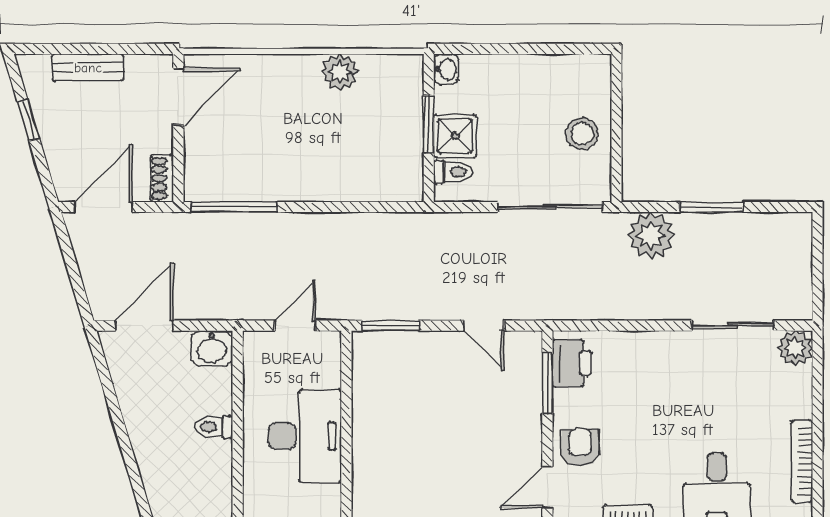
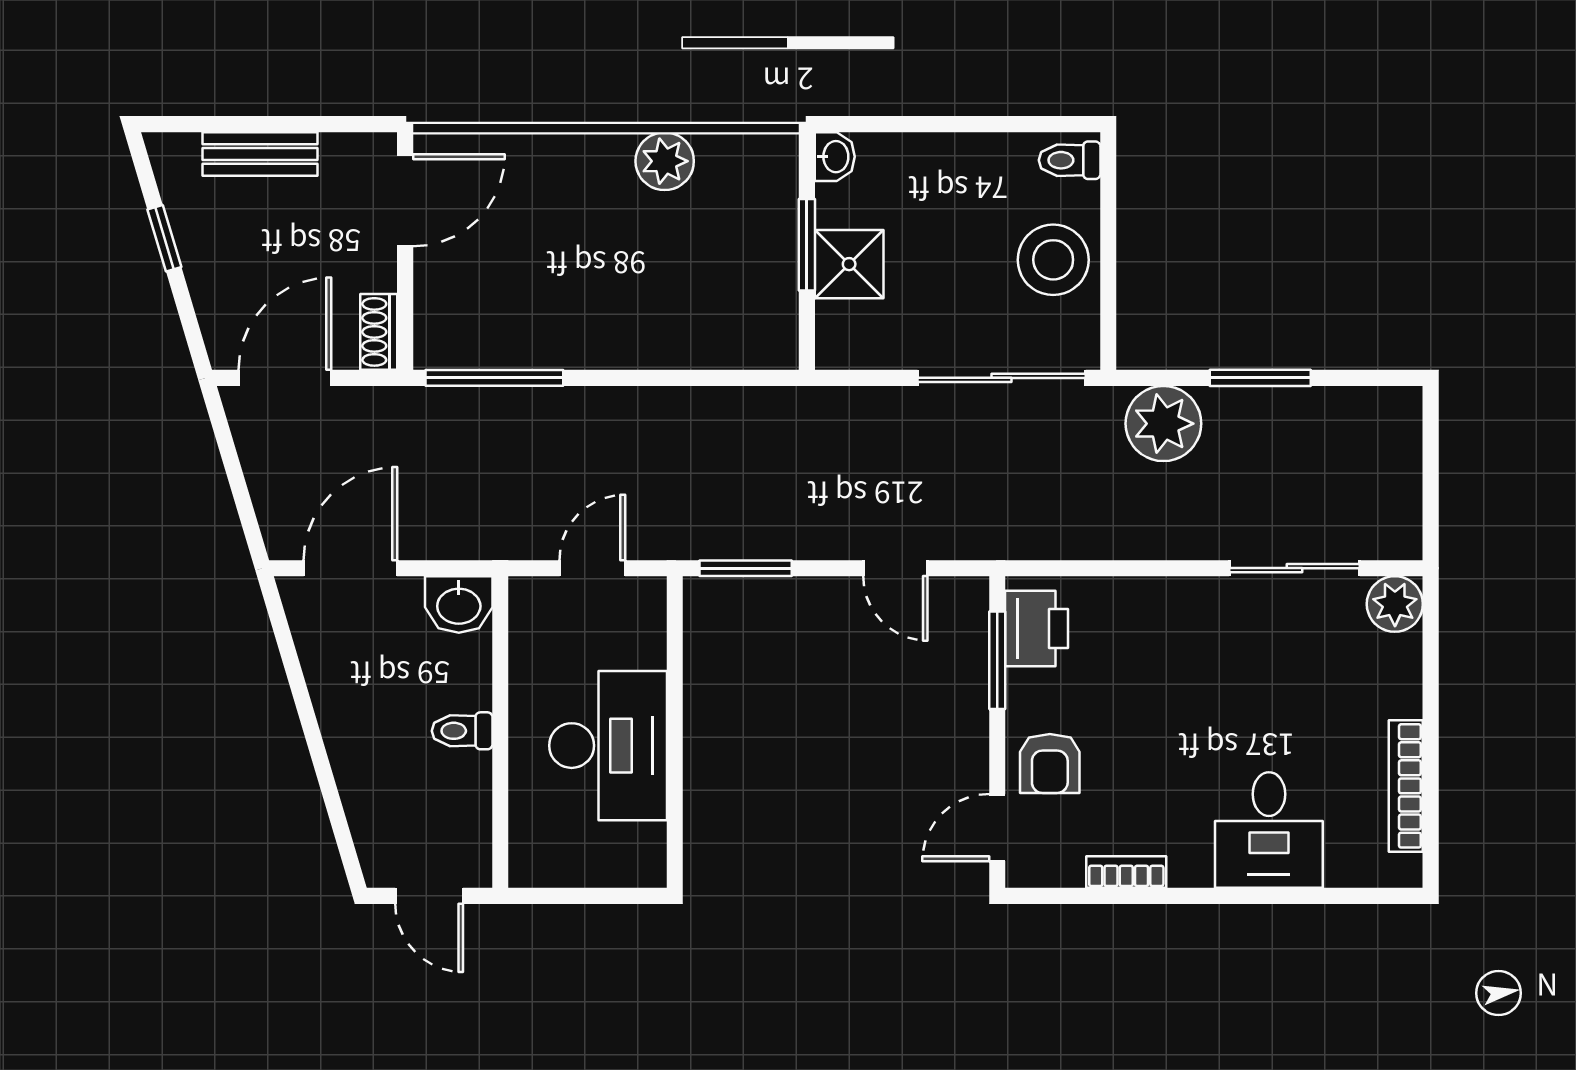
stool: (582, 133) -> (1053, 260), width x1.38, depth x1.38
toilet: (453, 172) -> (1070, 160), moved, turned 180
armchair: (580, 447) -> (1050, 763), turned 180

